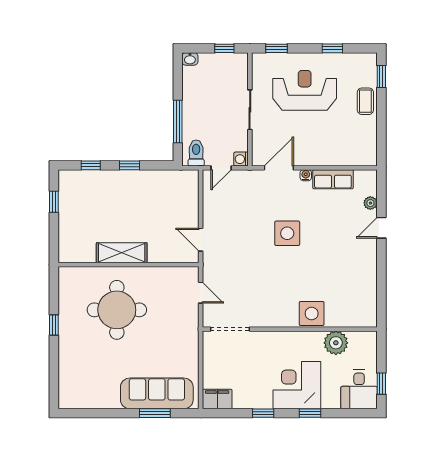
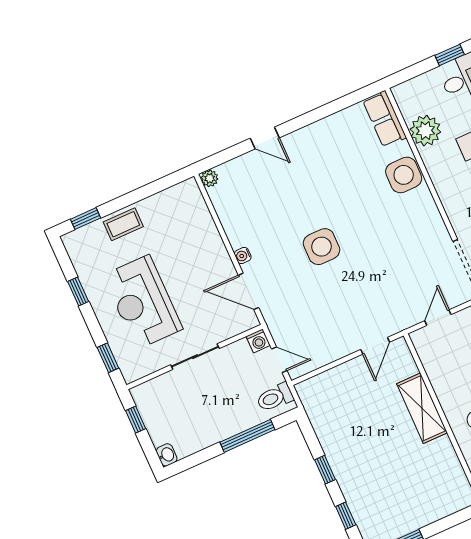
row of seats: (333, 179) -> (384, 119), moved, turned 180
plant: (370, 203) -> (210, 178), moved
shelving: (122, 253) -> (422, 408), moved

